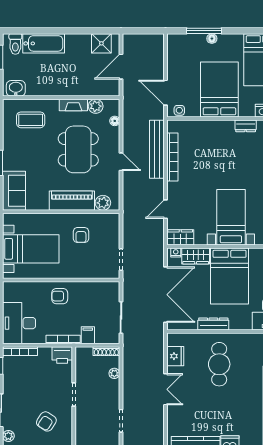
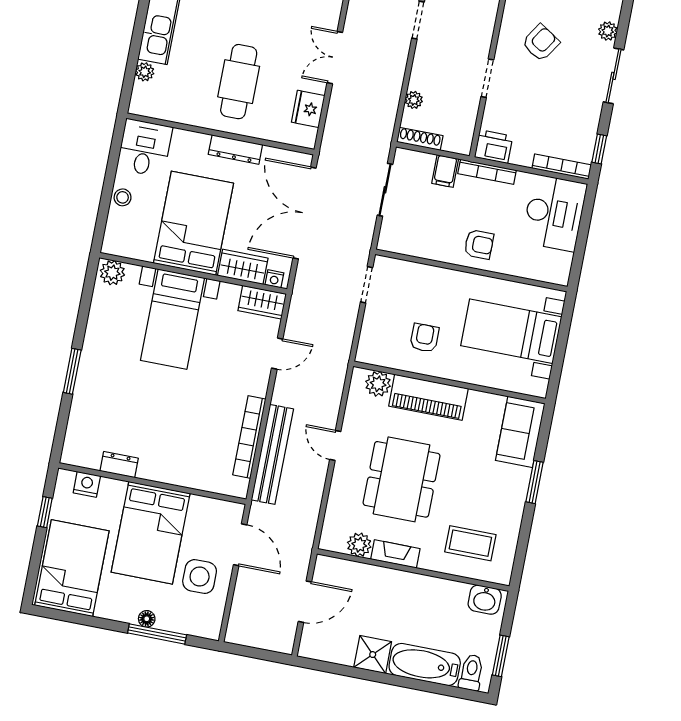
shower: (101, 43) -> (373, 655), moved
side table: (179, 110) -> (200, 577), moved, width x1.87, depth x1.87
floor lamp: (115, 121) -> (333, 514), removed

